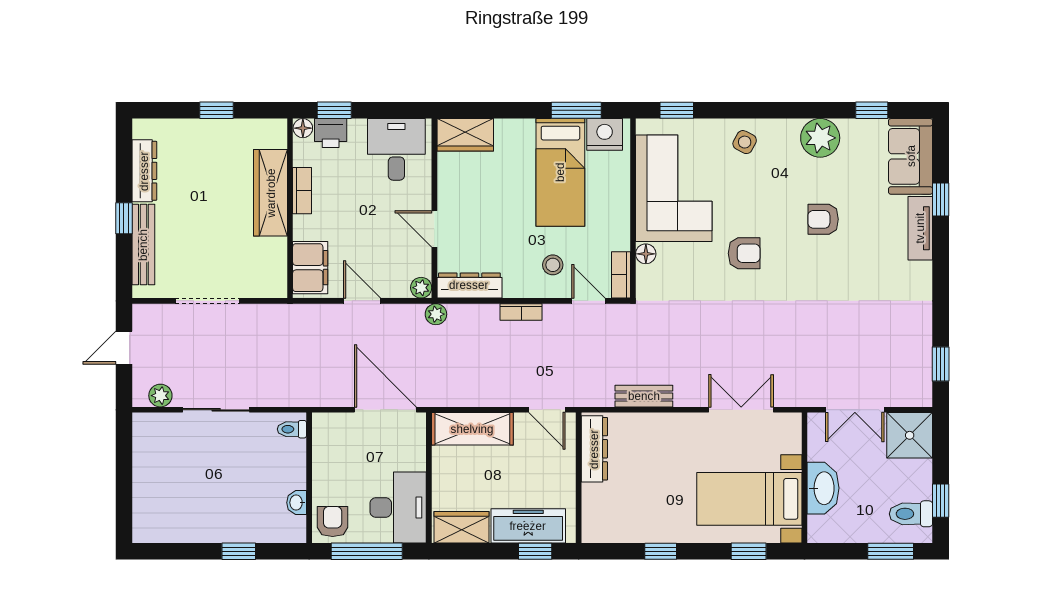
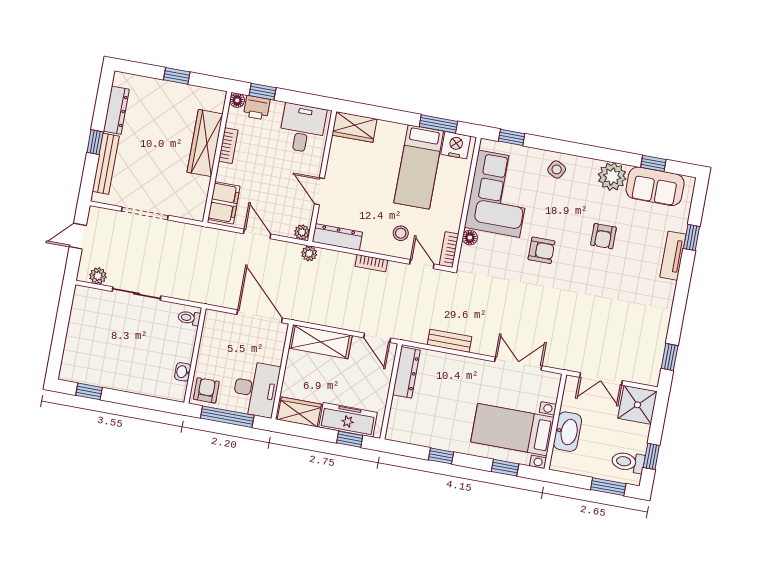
sofa: (911, 156) -> (655, 186), moved, turned -90
armchair: (823, 219) -> (603, 236), turned -90
window: (239, 551) -> (89, 391), moved

